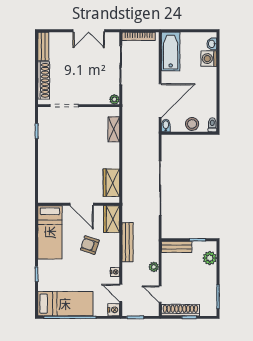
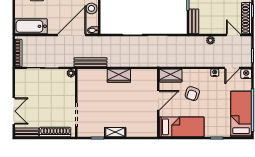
double door: (89, 31) -> (14, 111), moved
door: (160, 101) -> (72, 35), hinge flipped
shelving: (114, 129) -> (115, 132), moved
wardrobe: (111, 183) -> (119, 76), moved
bench: (128, 242) -> (91, 62), moved
door: (160, 294) -> (233, 35), swing flipped

